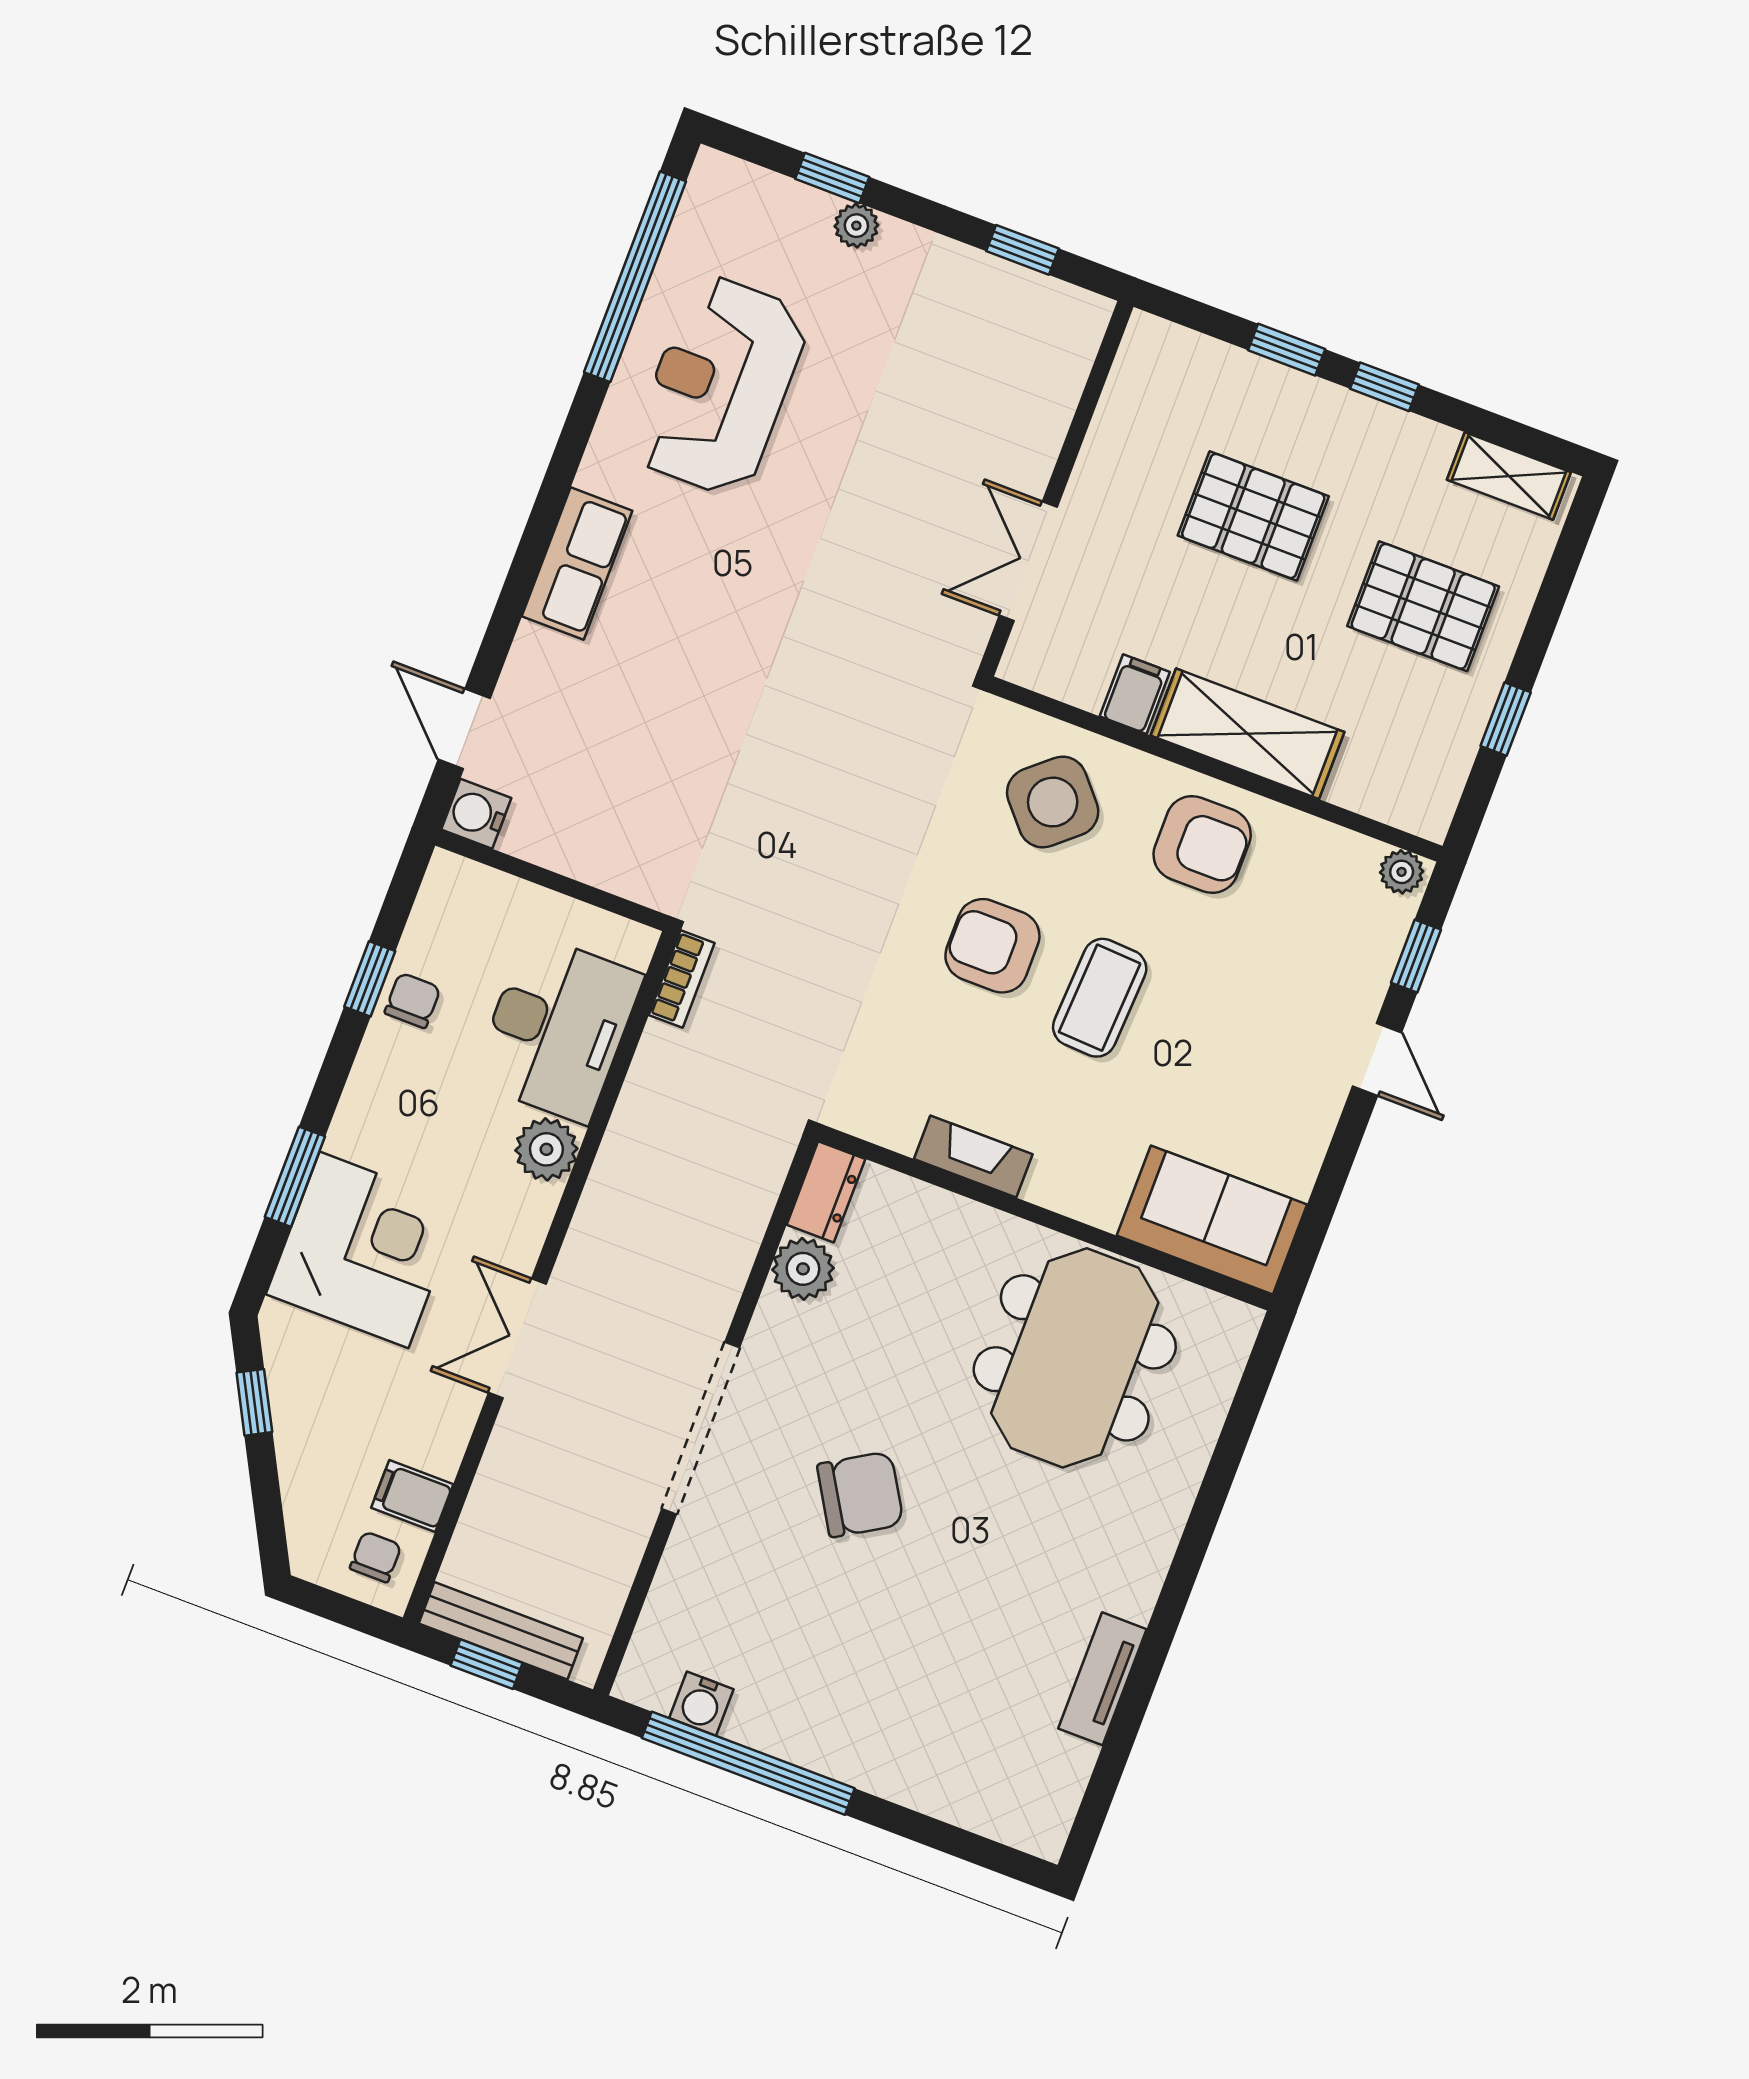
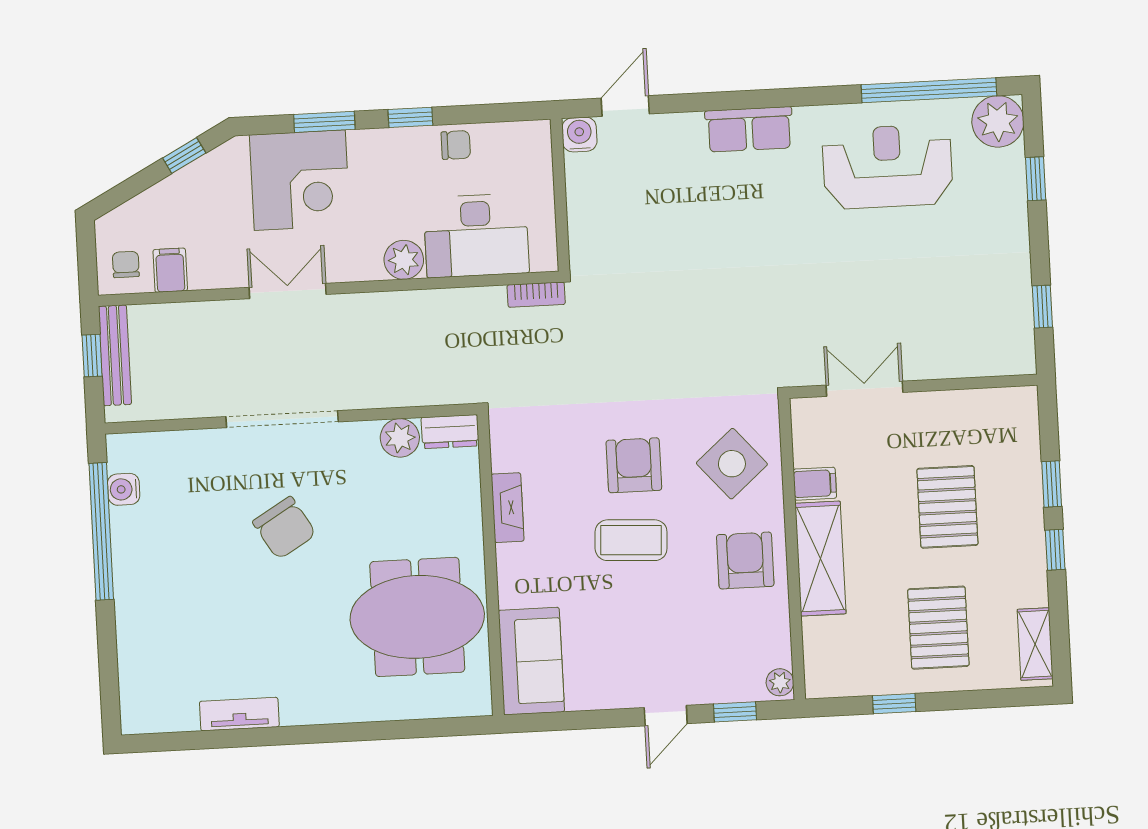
plant: (856, 226) -> (998, 121), moved, width x1.88, depth x1.88
armchair: (1202, 845) -> (745, 560), turned 180
window: (370, 979) -> (410, 117), moved
chair: (376, 1557) -> (126, 264), turned -90

